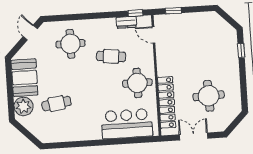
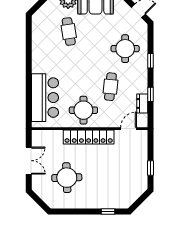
window: (173, 11) -> (150, 168), moved
window: (135, 13) -> (150, 94), moved
window: (81, 17) -> (150, 61), added
locker: (167, 102) -> (89, 137), moved

